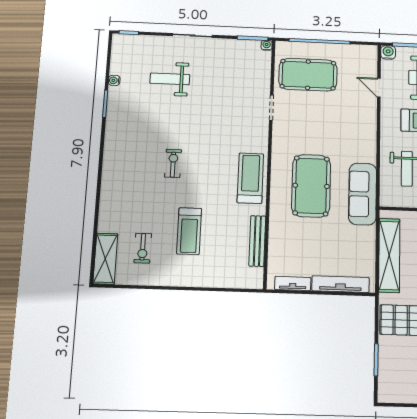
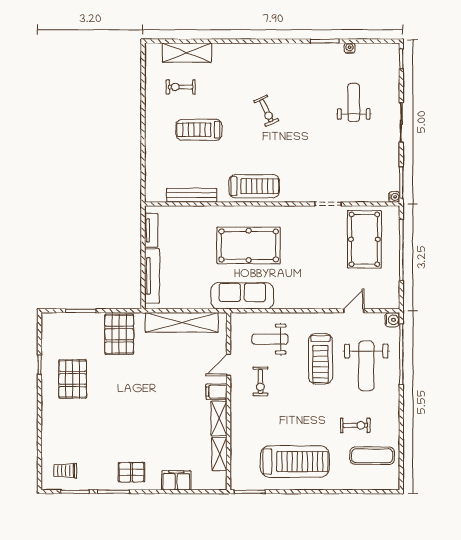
exercise bike: (173, 163) -> (266, 111), turned 65
shelving: (105, 259) -> (187, 53), moved

